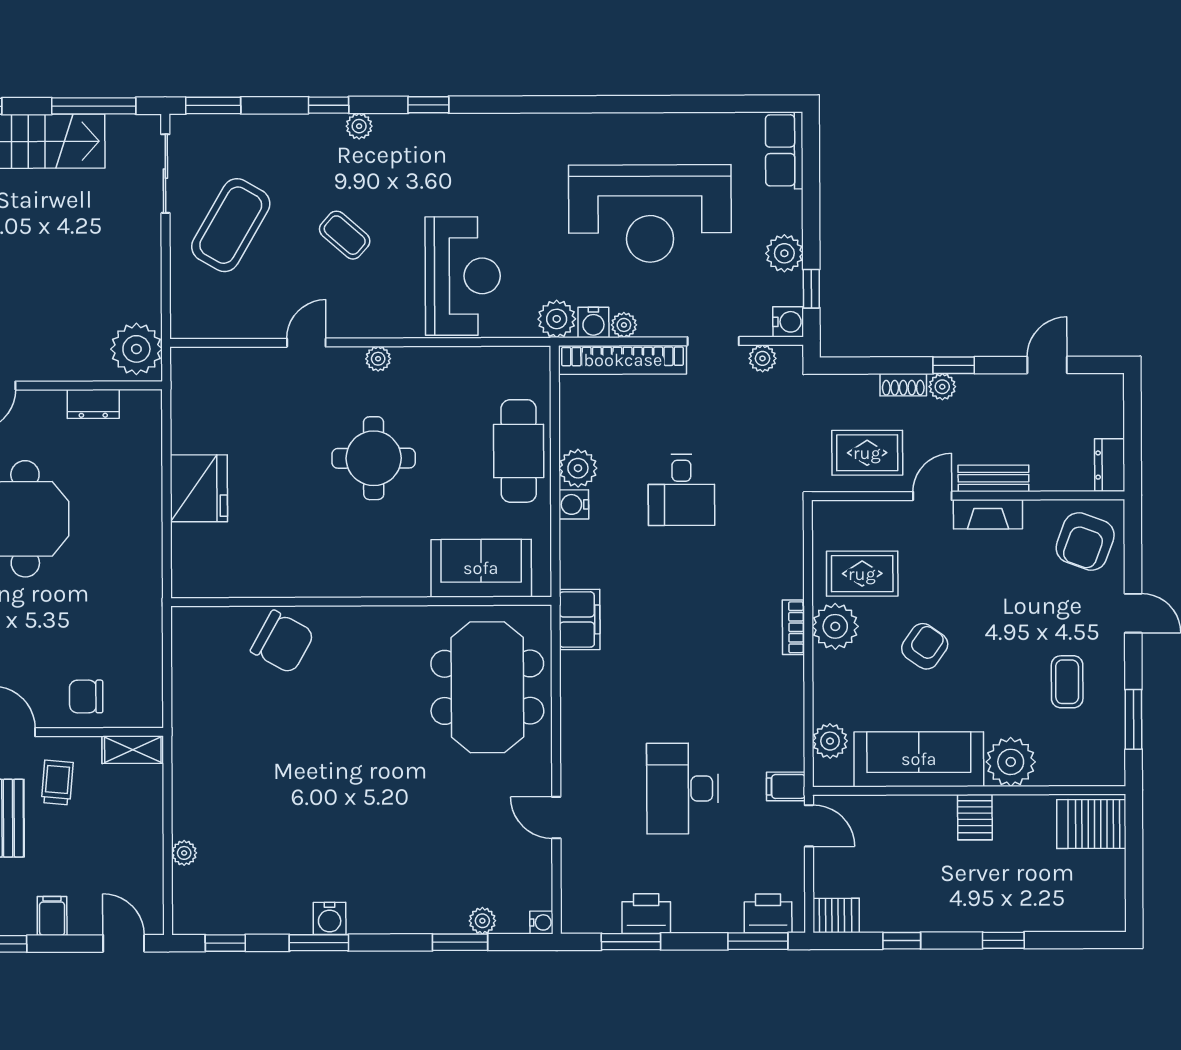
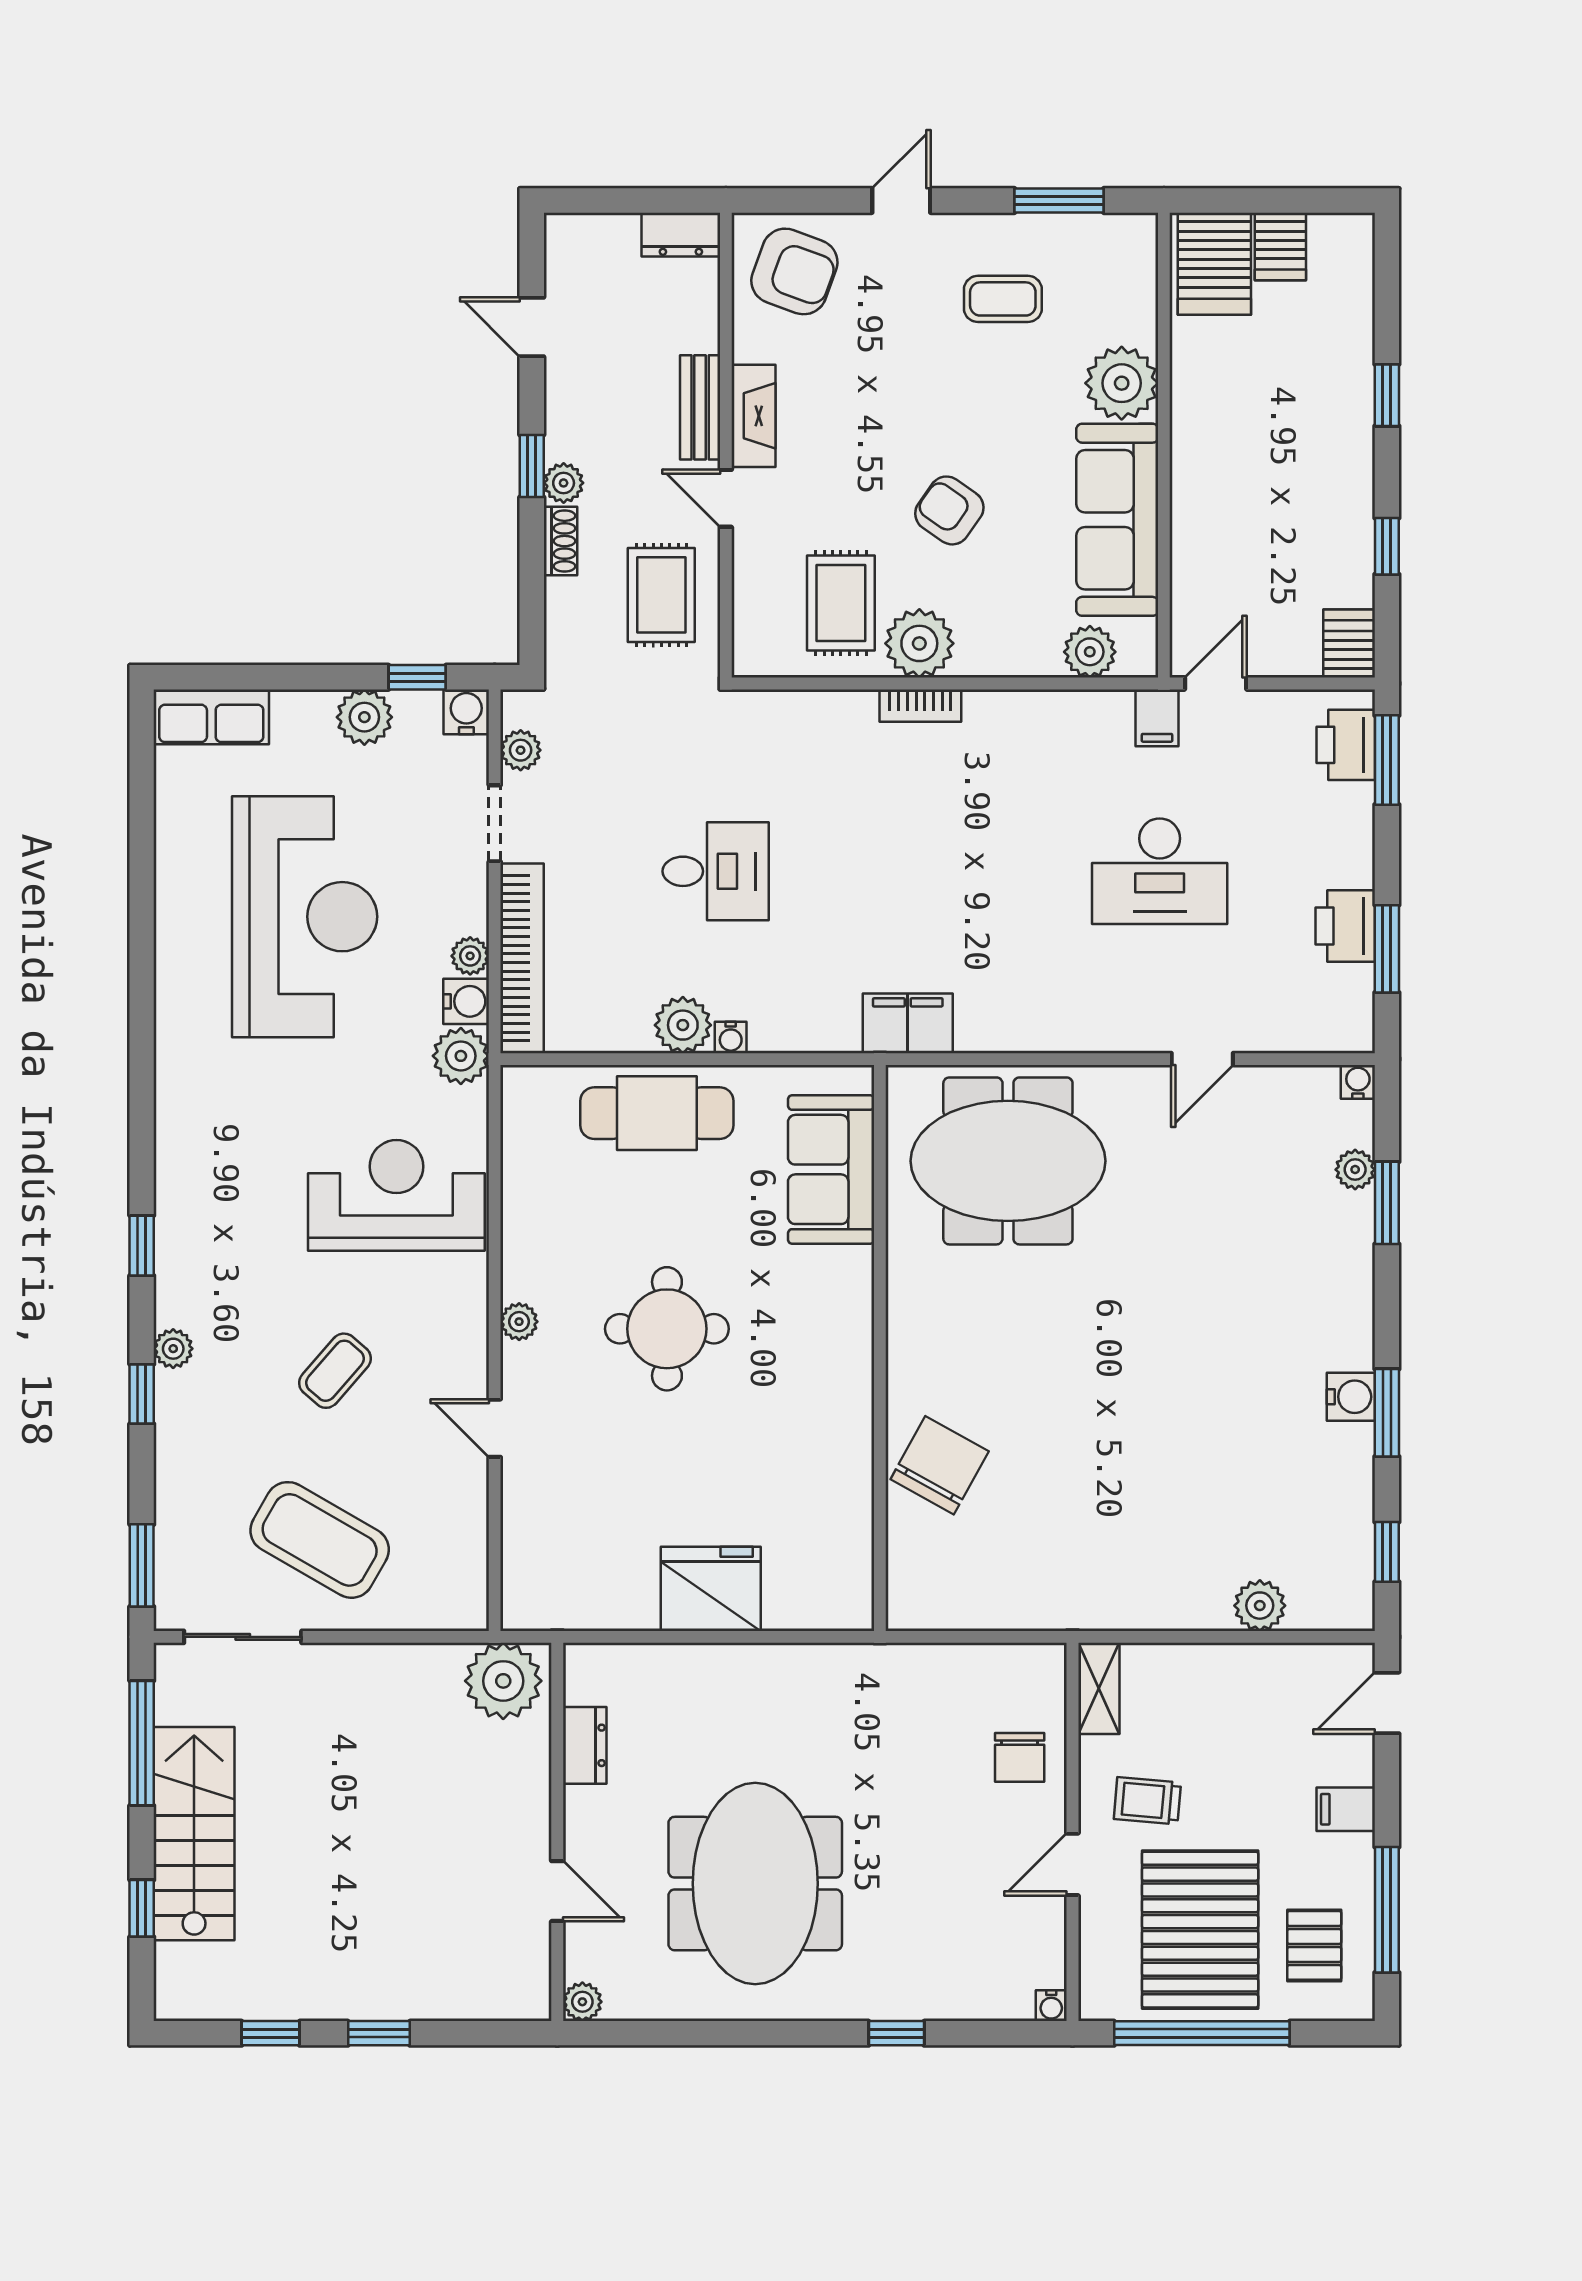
water cooler: (574, 504) -> (731, 1037), width x0.72, depth x0.72
server rack: (975, 817) -> (1280, 246), moved, turned 90
plant: (184, 853) -> (1260, 1606), width x1.38, depth x1.38

